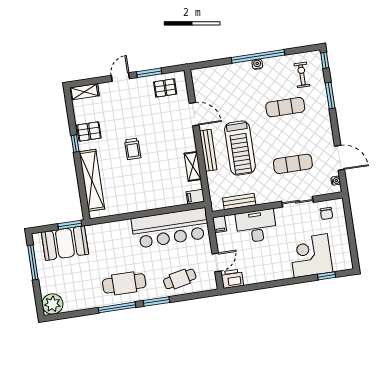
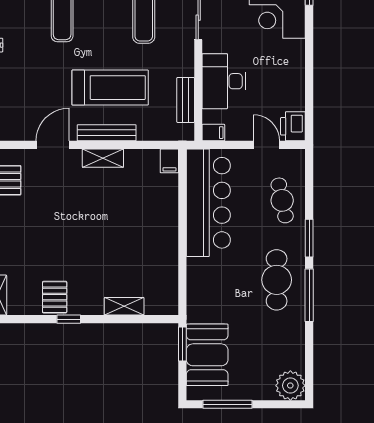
trolley: (133, 149) -> (89, 239), removed
shelving: (193, 166) -> (103, 158), moved
shelving: (92, 180) -> (124, 306), width x0.45, depth x0.75

